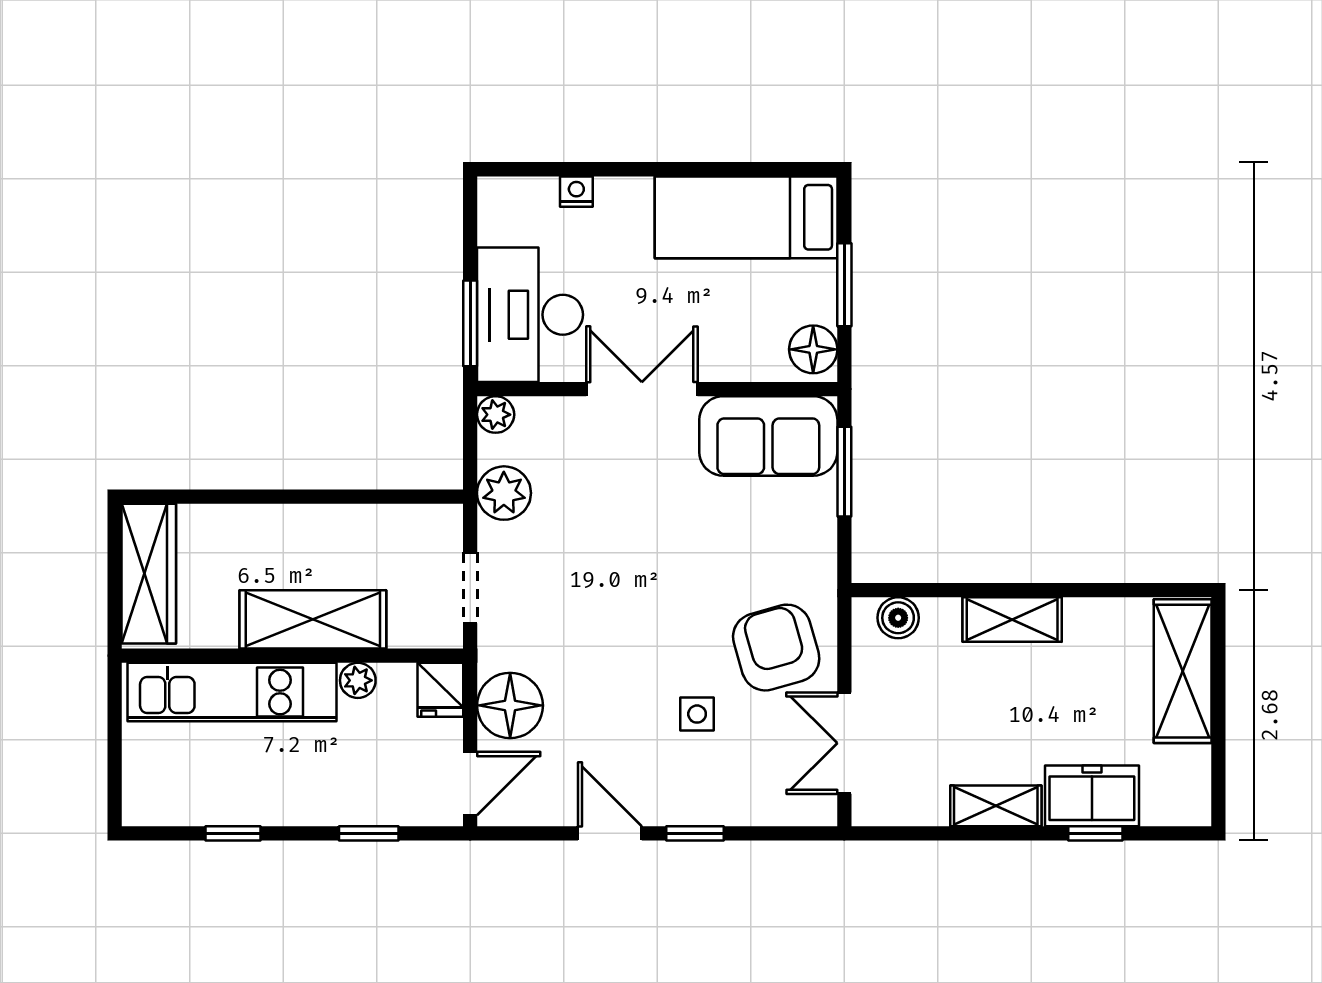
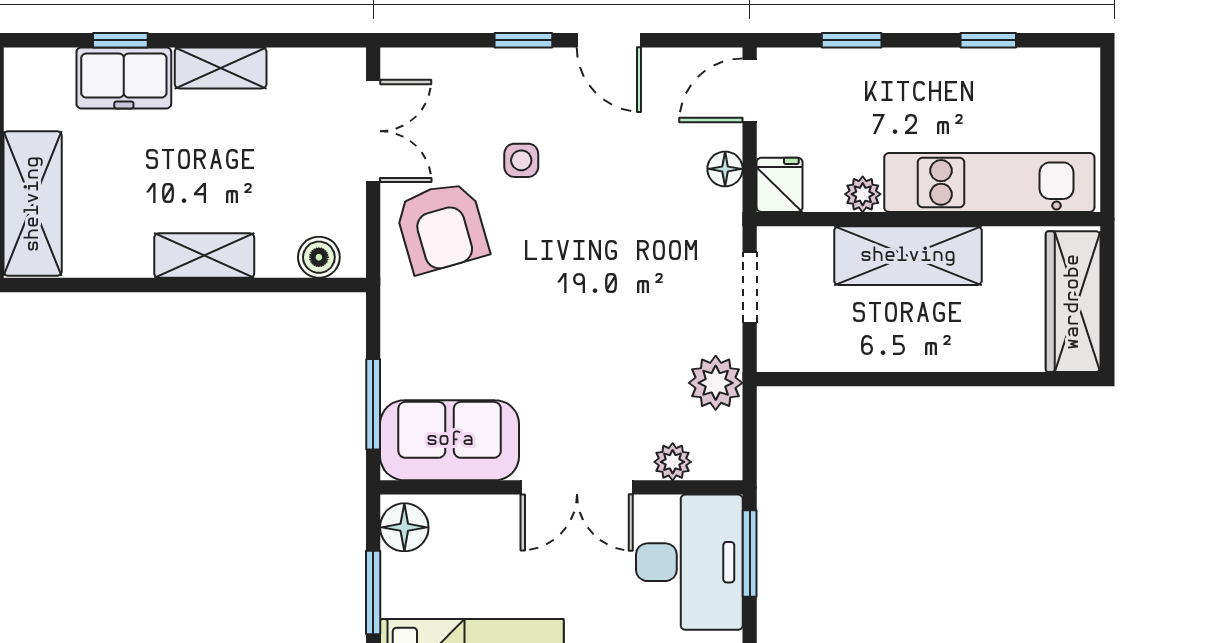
plant: (496, 415) -> (673, 462), moved
floor lamp: (510, 705) -> (725, 169), width x0.53, depth x0.53

